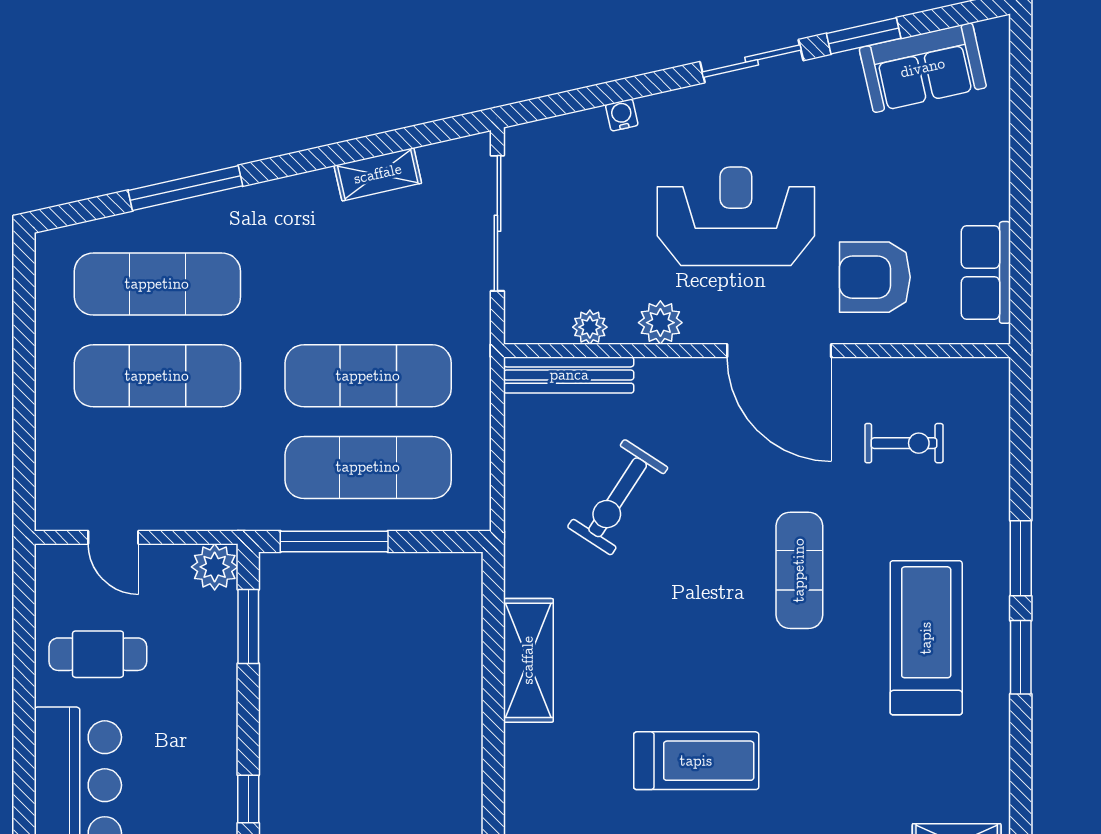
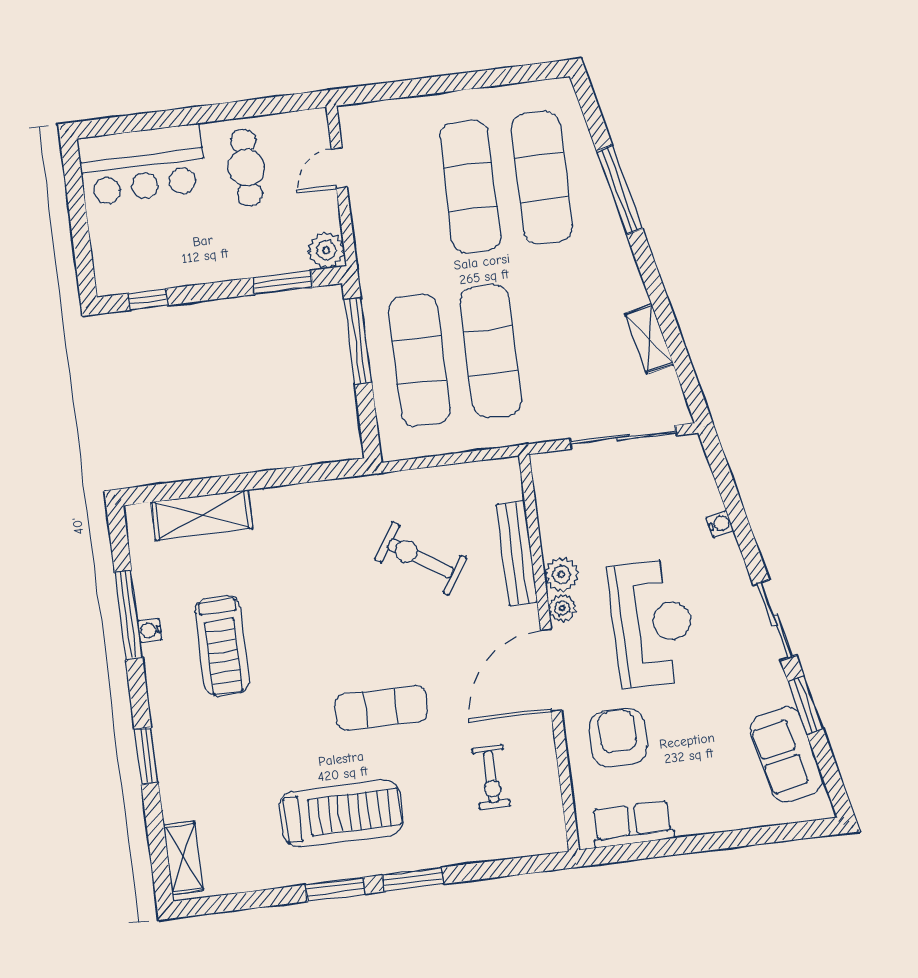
plant: (590, 327) -> (562, 608), moved
bench: (569, 375) -> (517, 553), moved
shelving: (528, 660) -> (202, 515), moved

